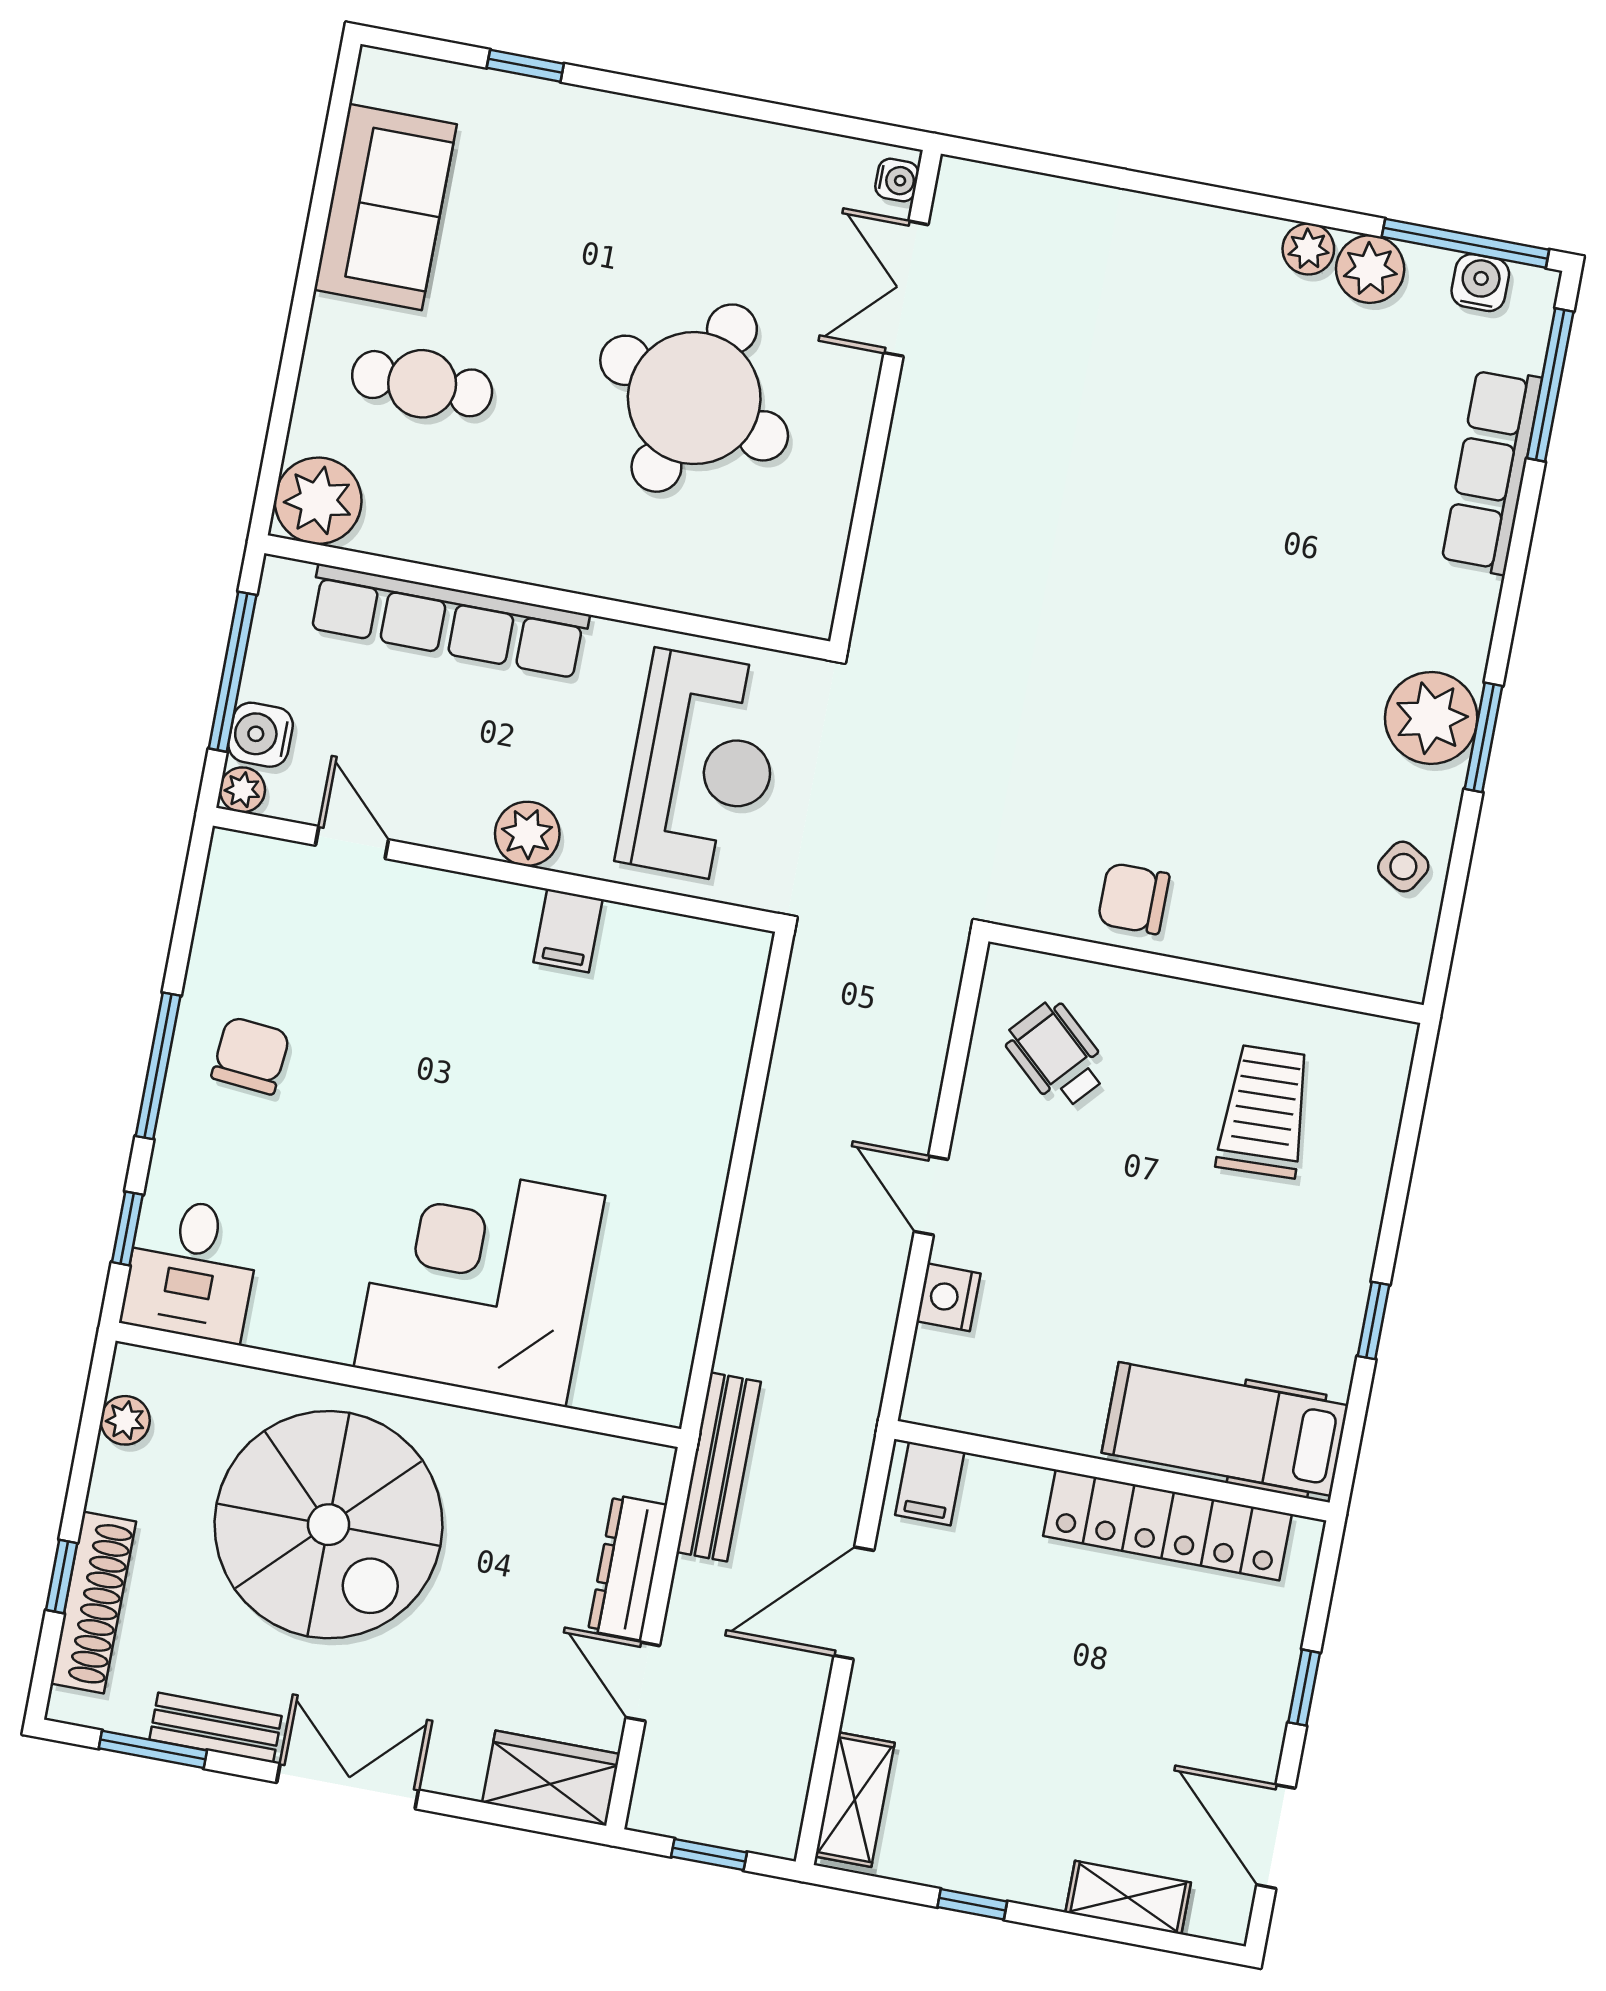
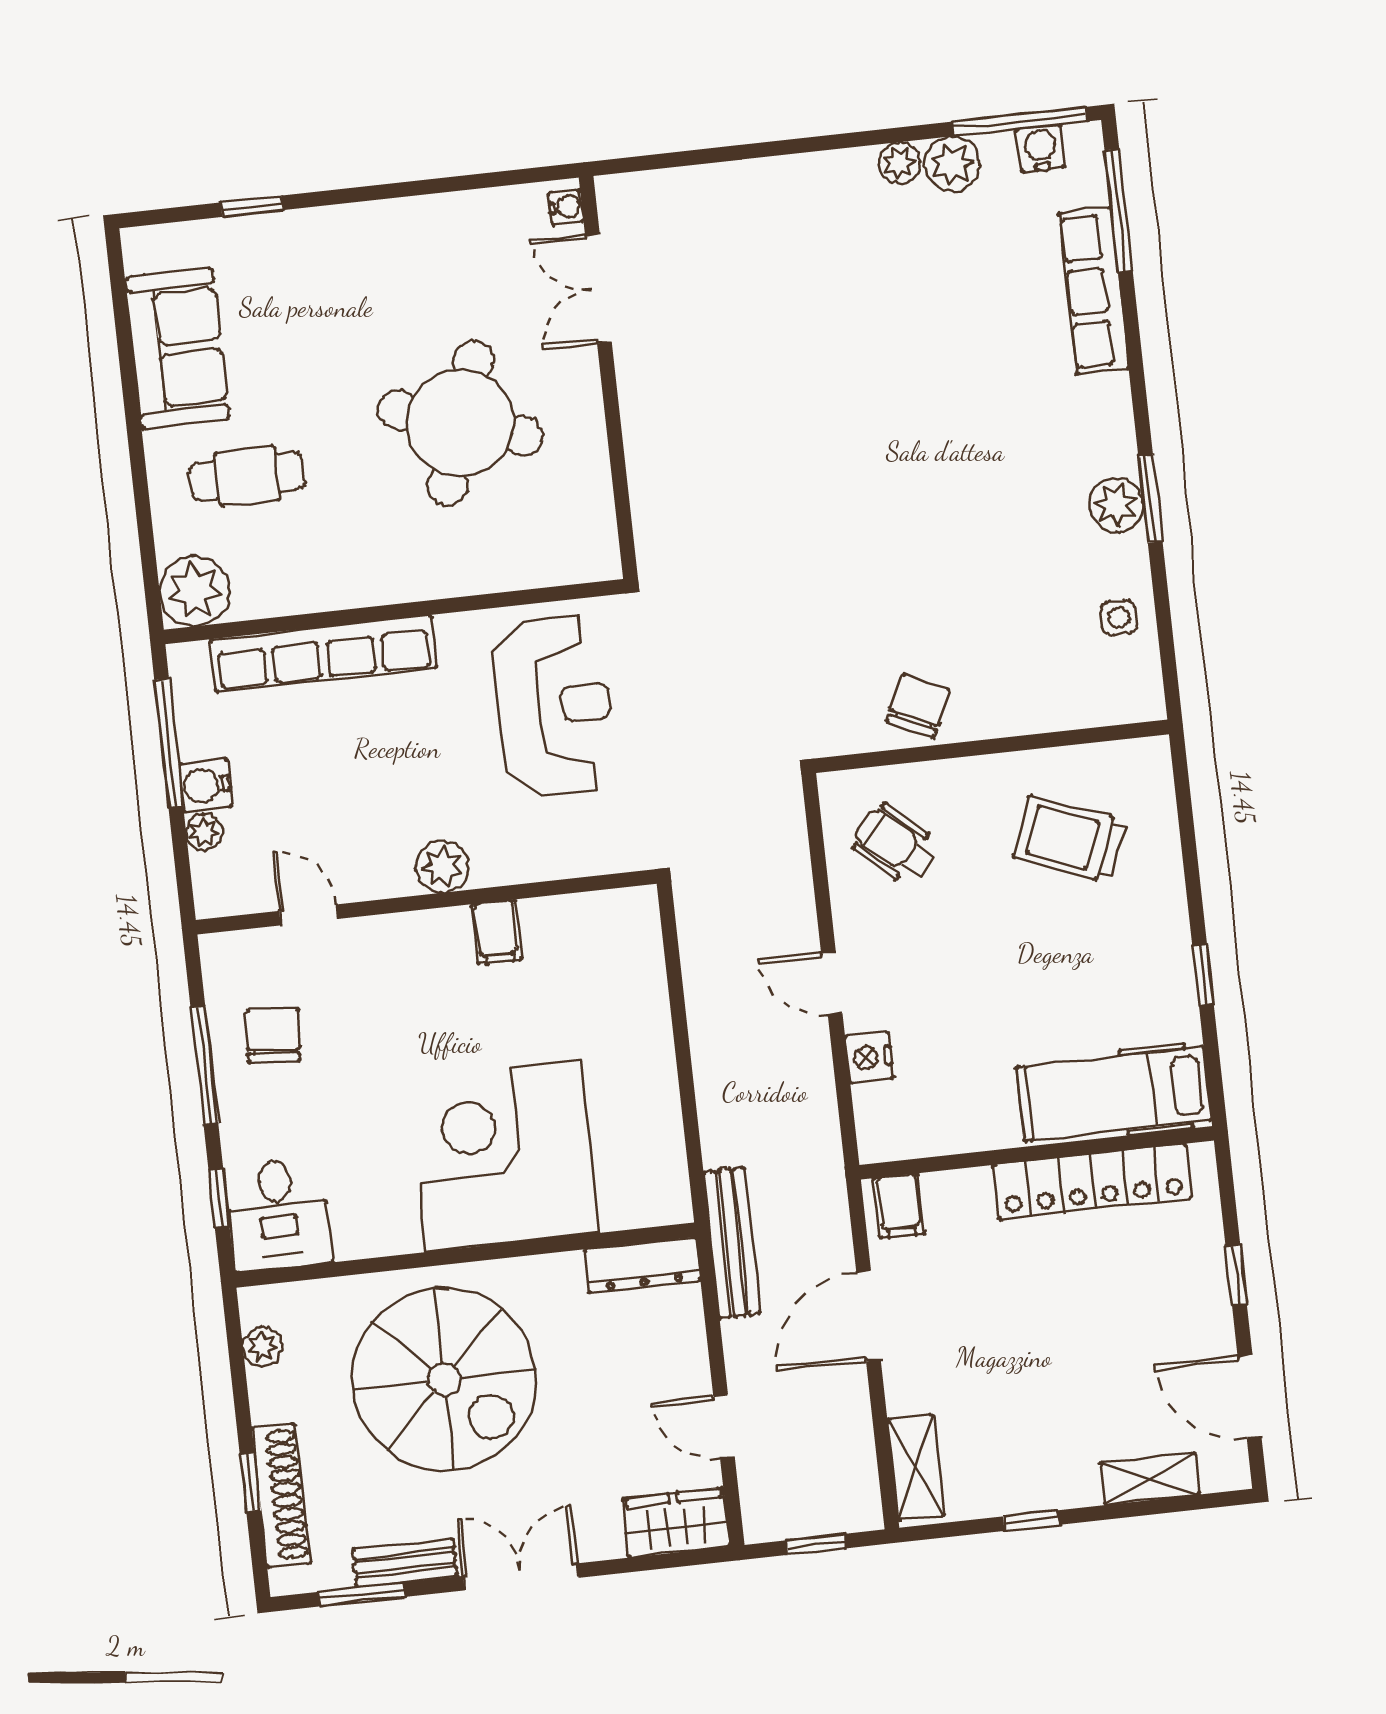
plant: (1431, 718) -> (1116, 505), width x0.73, depth x0.73
plant: (527, 834) -> (442, 867), moved
door: (352, 843) -> (309, 915), moved
side table: (1403, 867) -> (1119, 617), turned -31
wall: (496, 870) -> (426, 902), moved
chair: (1134, 899) -> (918, 706), turned 115
filing cabinet: (568, 931) -> (496, 932), moved
trolley: (1264, 1111) -> (1069, 839), turned -67
dresser: (627, 1568) -> (643, 1265), moved, turned -90

